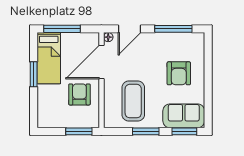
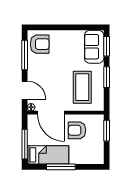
armchair: (179, 73) -> (40, 44), moved
window: (34, 74) -> (61, 167), width x1.44
coffee table: (133, 101) -> (82, 87), turned 90

